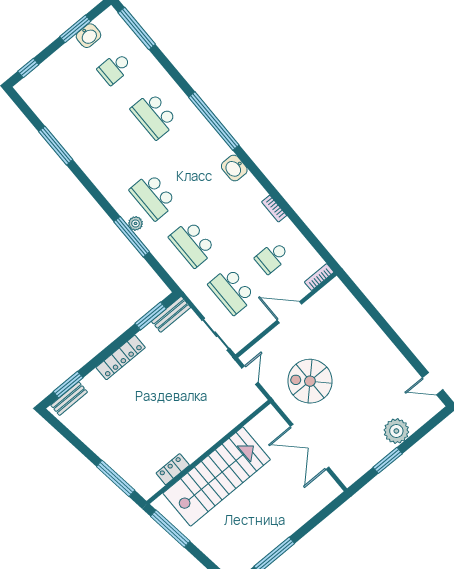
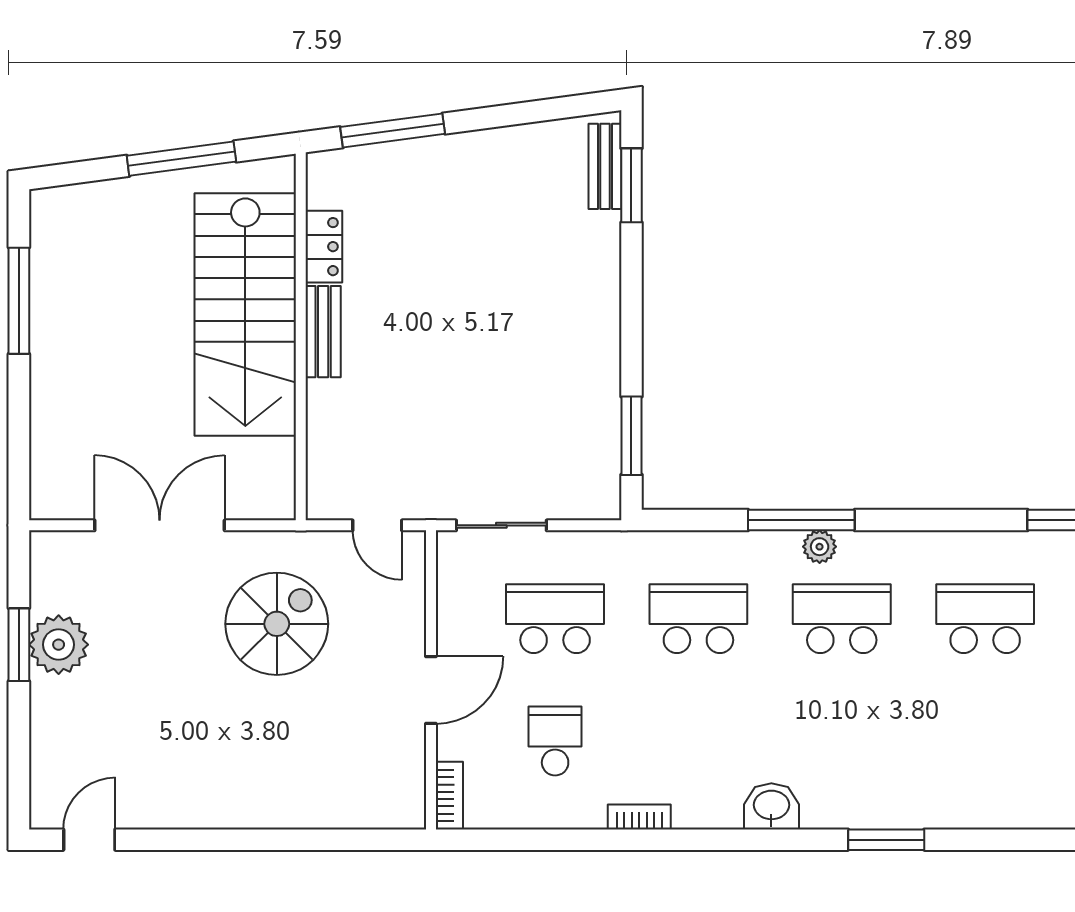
school desk: (154, 115) -> (985, 619), moved
window: (214, 121) -> (886, 840), width x0.47
bench: (171, 314) -> (323, 332), moved
locker: (121, 357) -> (602, 320), removed
plant: (396, 431) -> (59, 645), moved
window: (170, 529) -> (181, 159), moved

